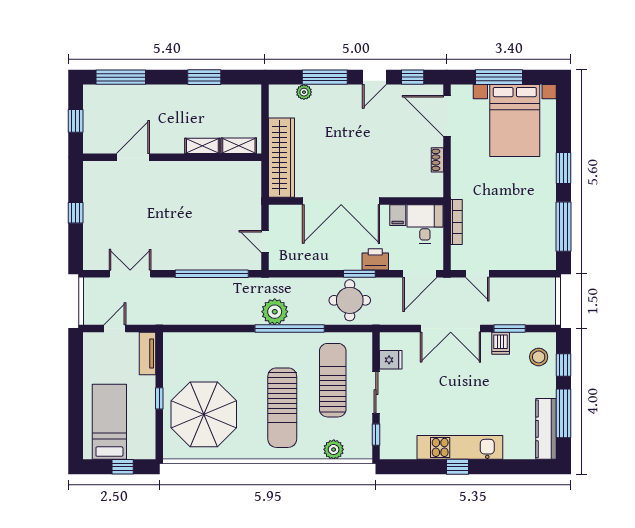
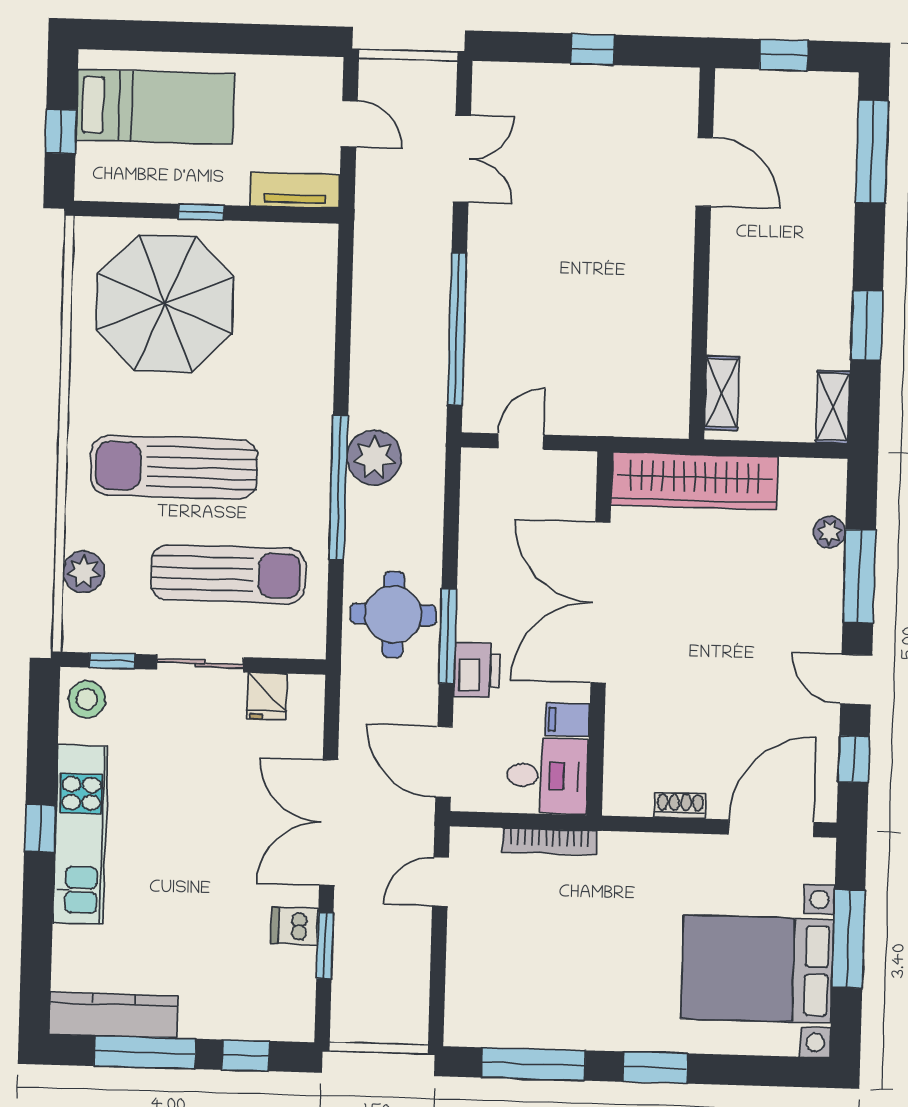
shelving: (202, 146) -> (833, 407), moved
window: (359, 274) -> (448, 636), width x1.44
stool: (539, 357) -> (87, 699), moved

